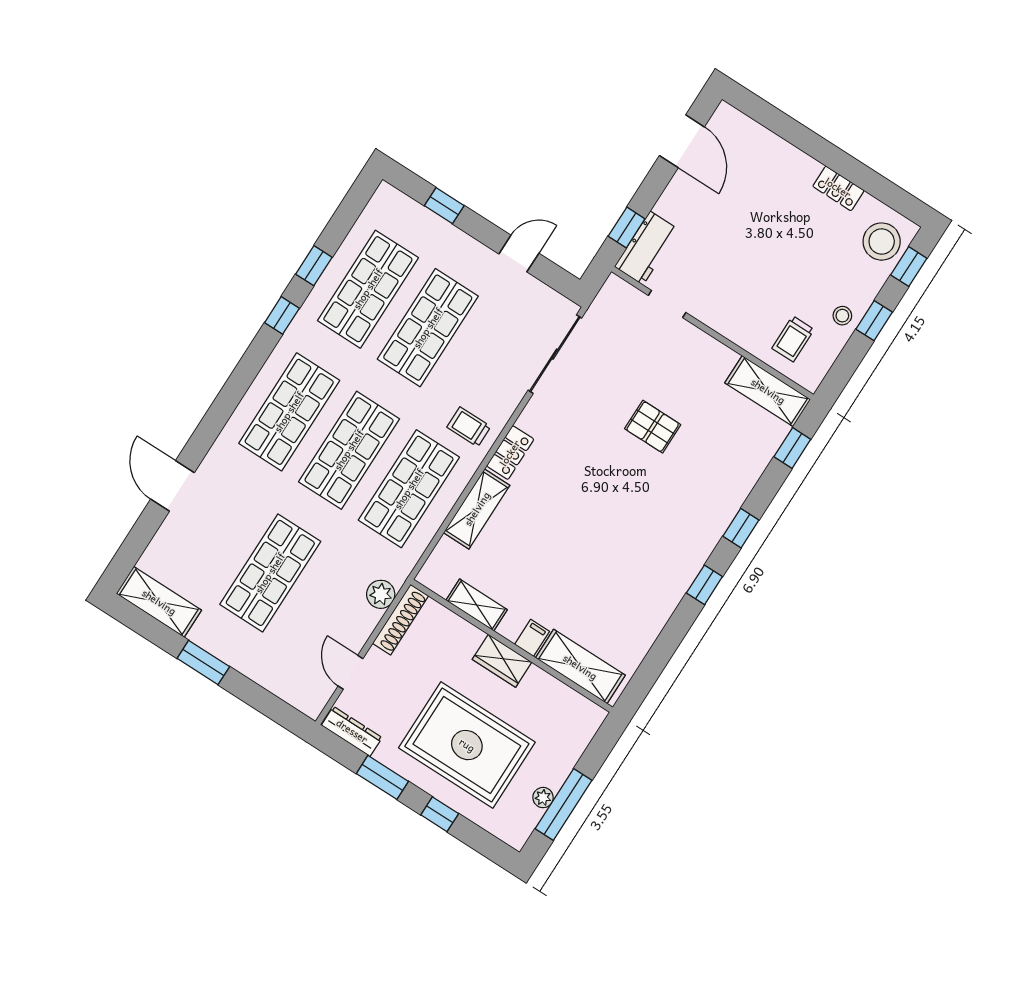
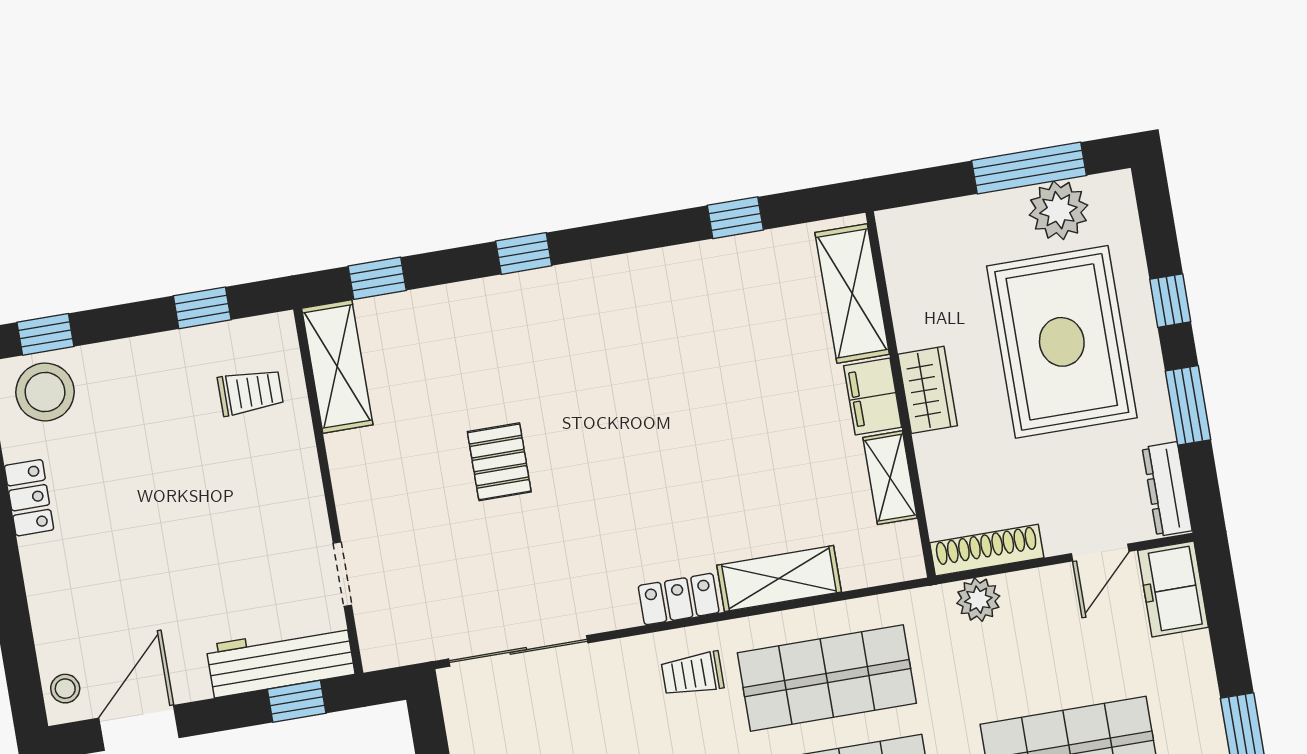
workbench: (647, 248) -> (280, 660), width x1.37
stool: (842, 316) -> (65, 689), moved
window: (874, 321) -> (202, 308), moved
trolley: (469, 427) -> (693, 674), turned 90
window: (704, 585) -> (735, 218), moved
filing cabinet: (532, 638) -> (873, 396), width x2.00
freezer: (302, 691) -> (1173, 589), added
plant: (543, 798) -> (1058, 210), width x1.88, depth x1.88

